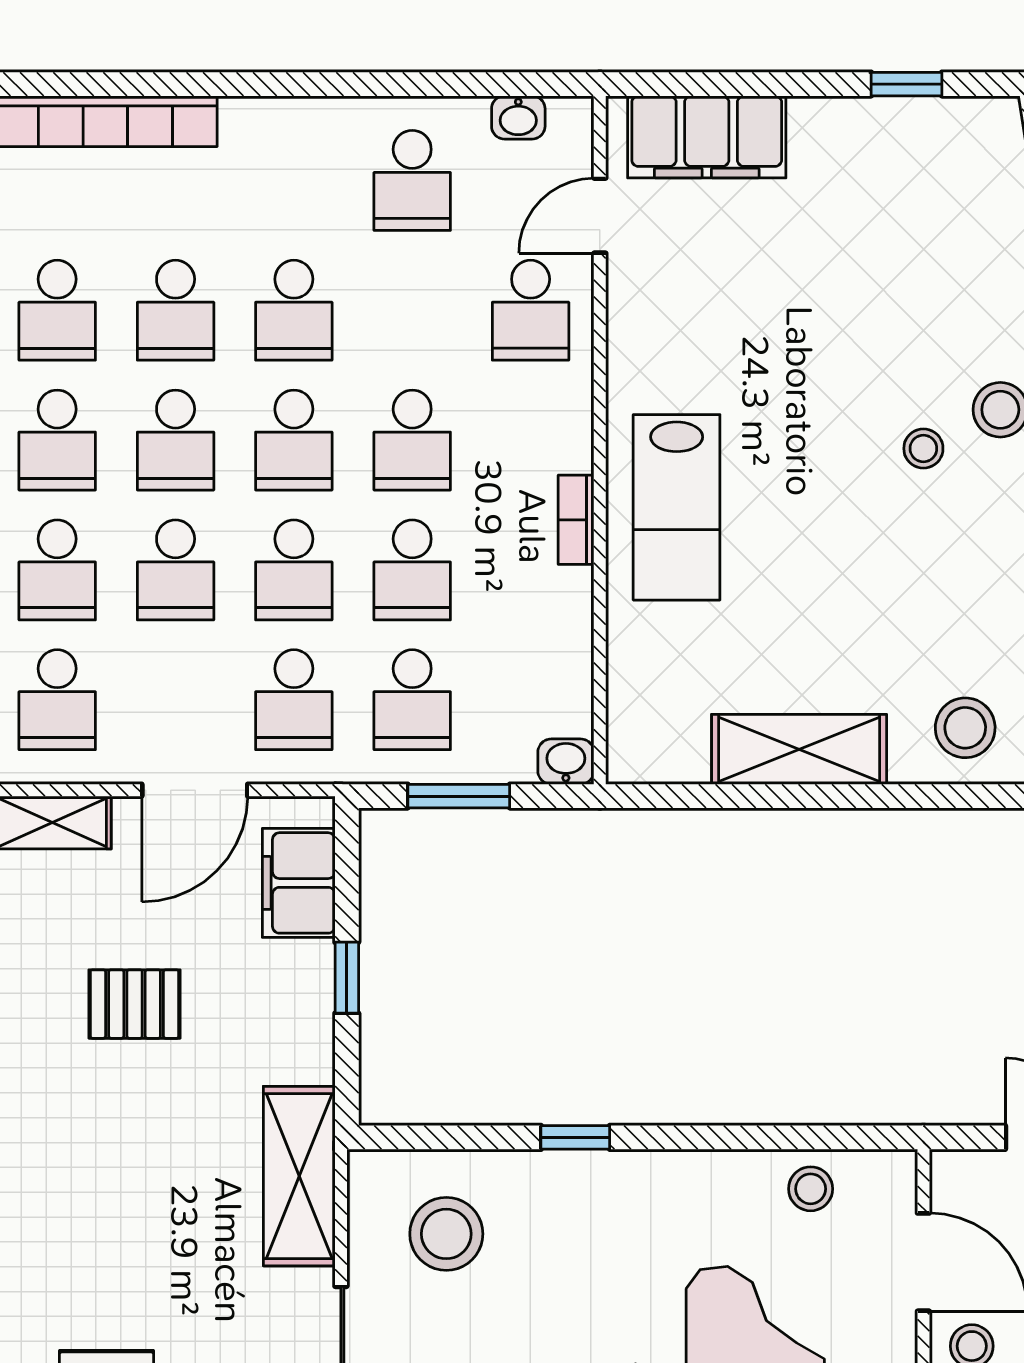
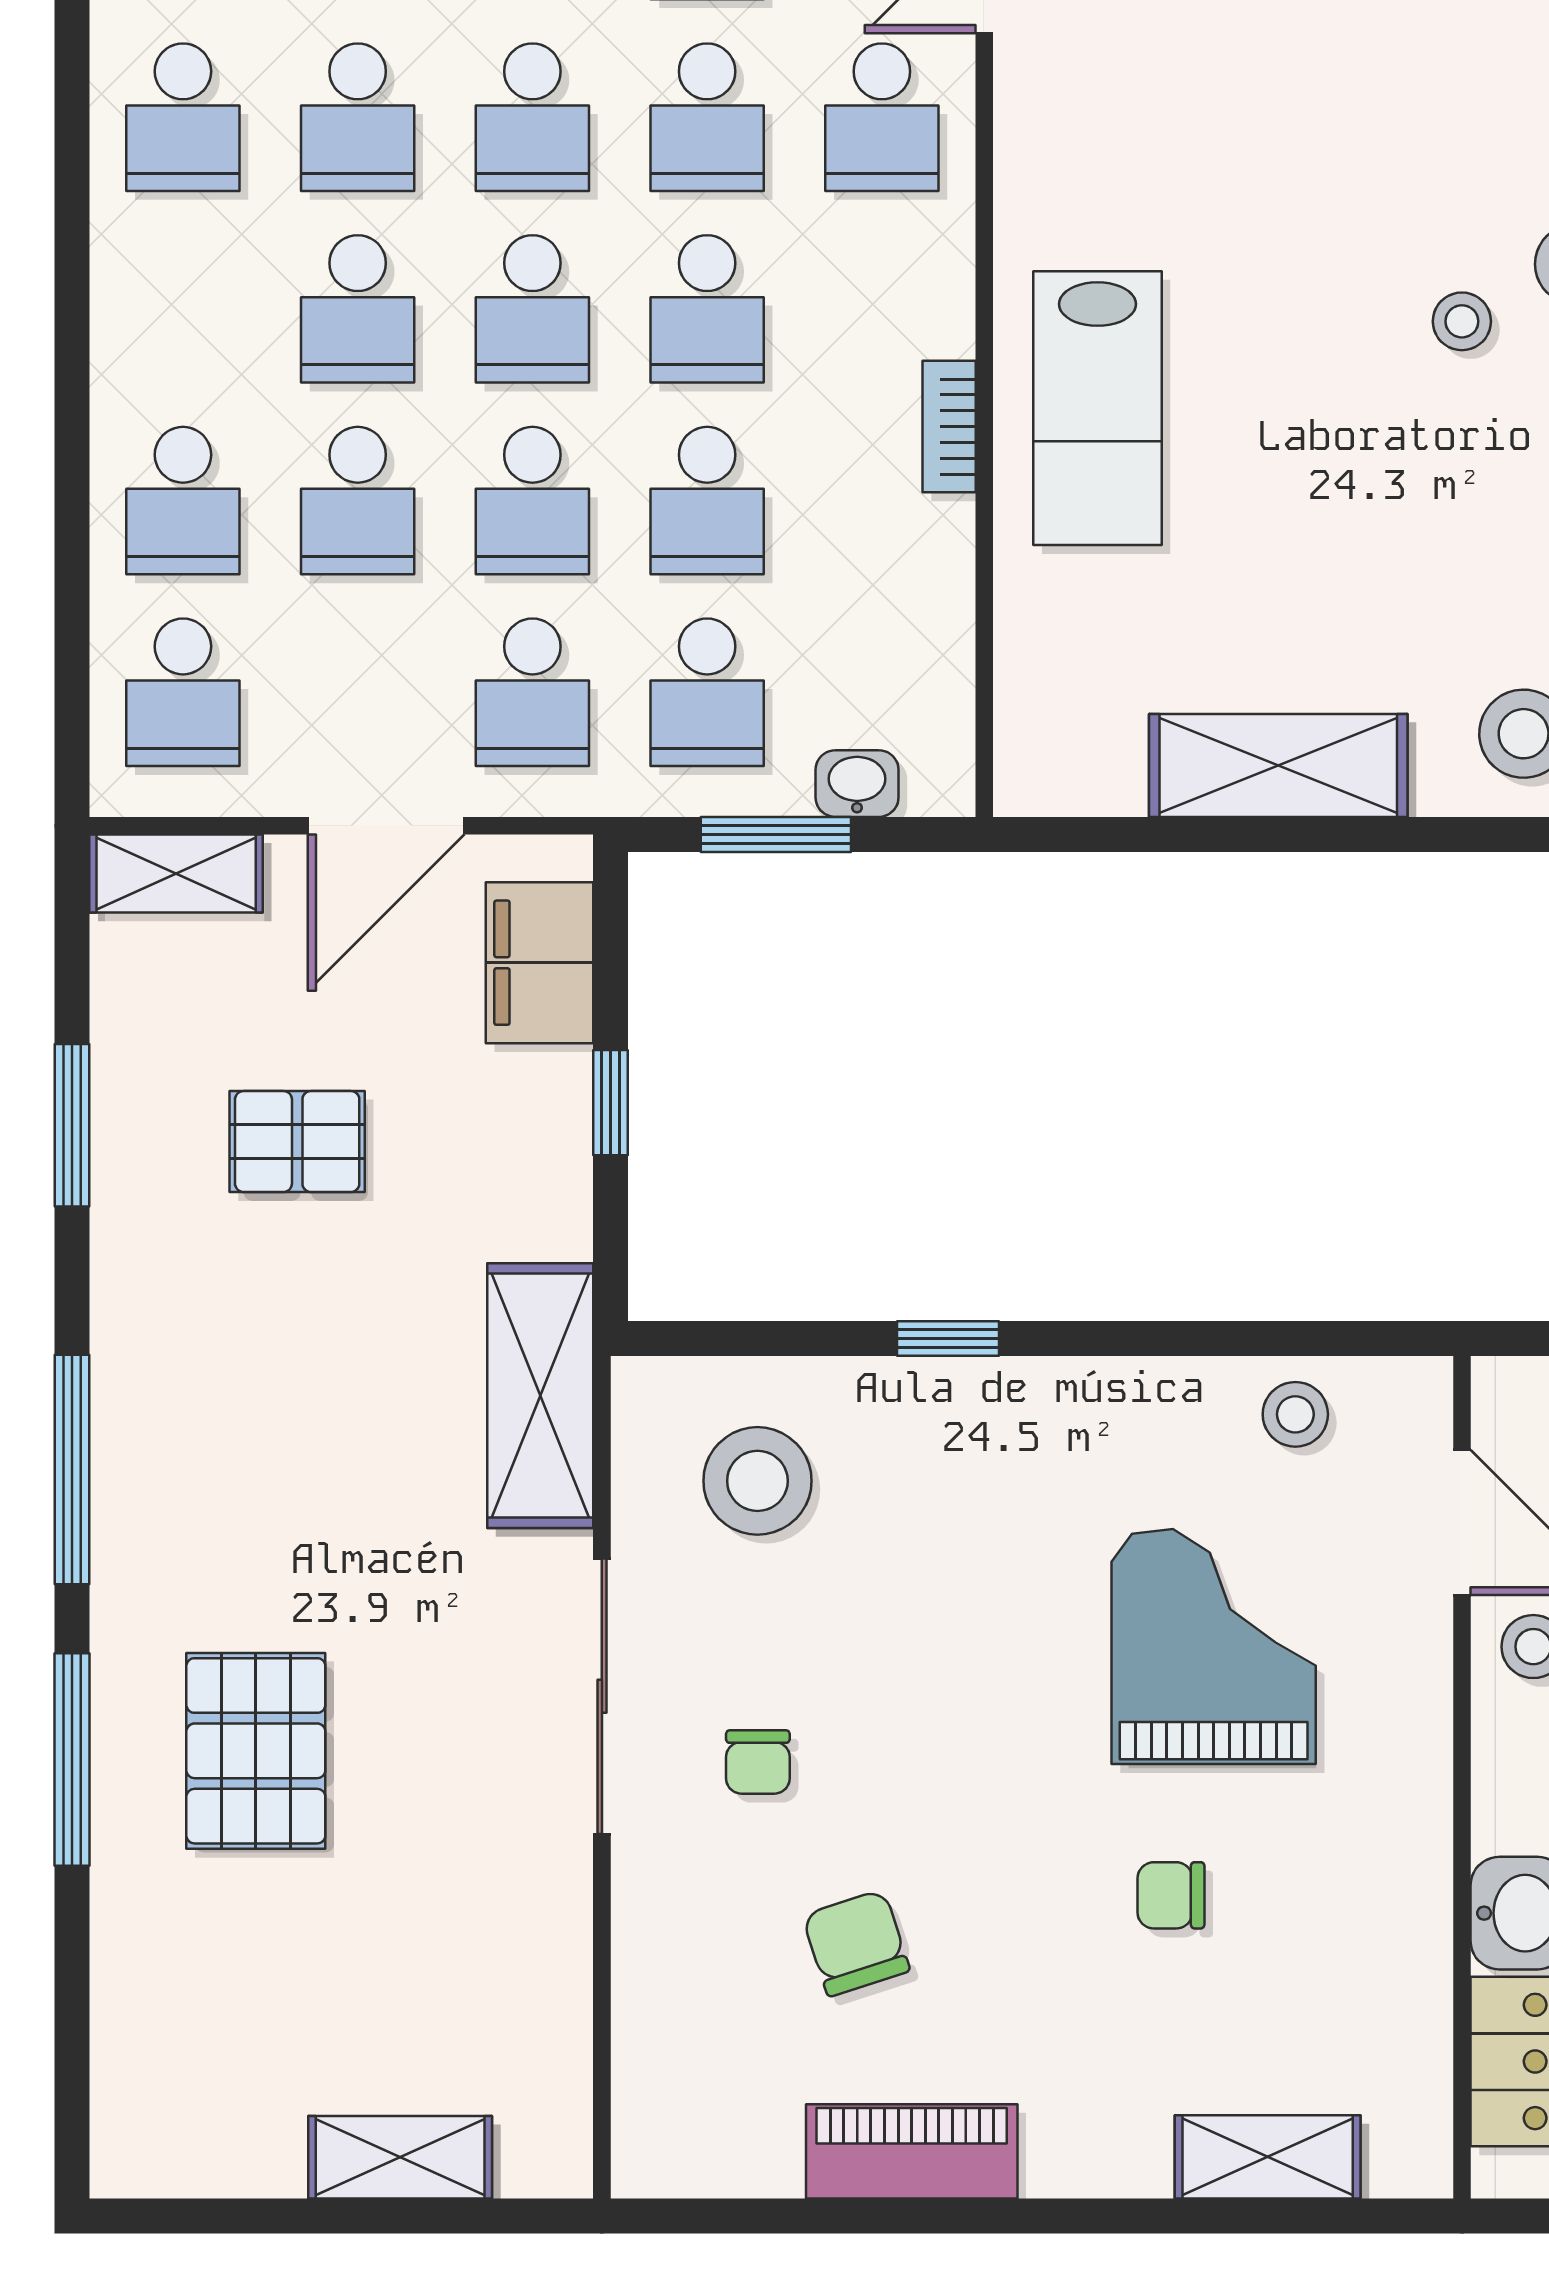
school desk: (57, 440) -> (707, 117), moved
washbasin: (566, 762) -> (857, 784), moved

